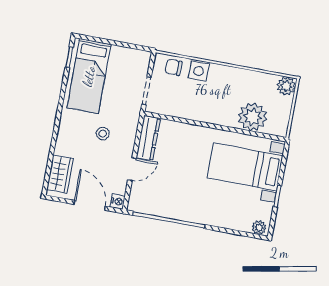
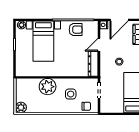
side table: (199, 71) -> (71, 94), moved
plant: (253, 117) -> (48, 87), moved
bed with nightstands: (245, 167) -> (43, 41), moved, turned 90
armchair: (168, 203) -> (76, 30), added
door: (90, 205) -> (119, 20), hinge flipped

